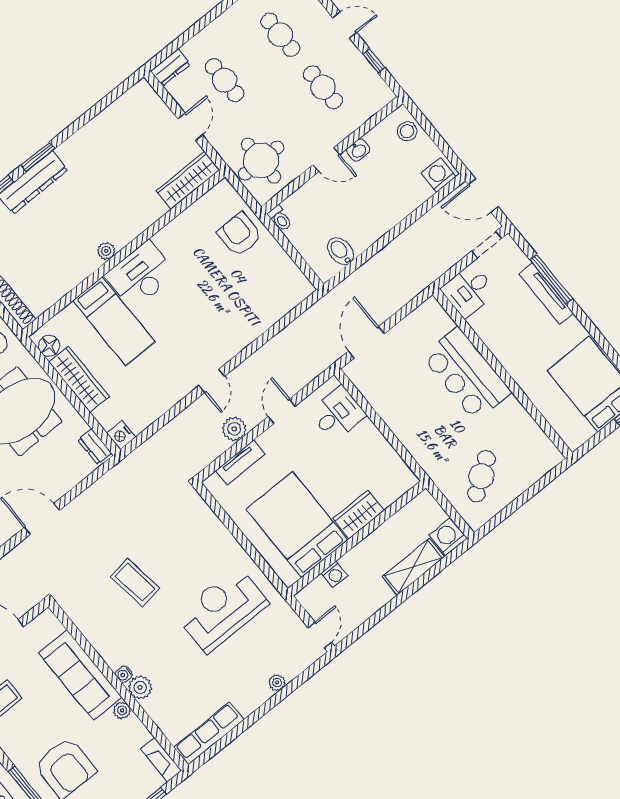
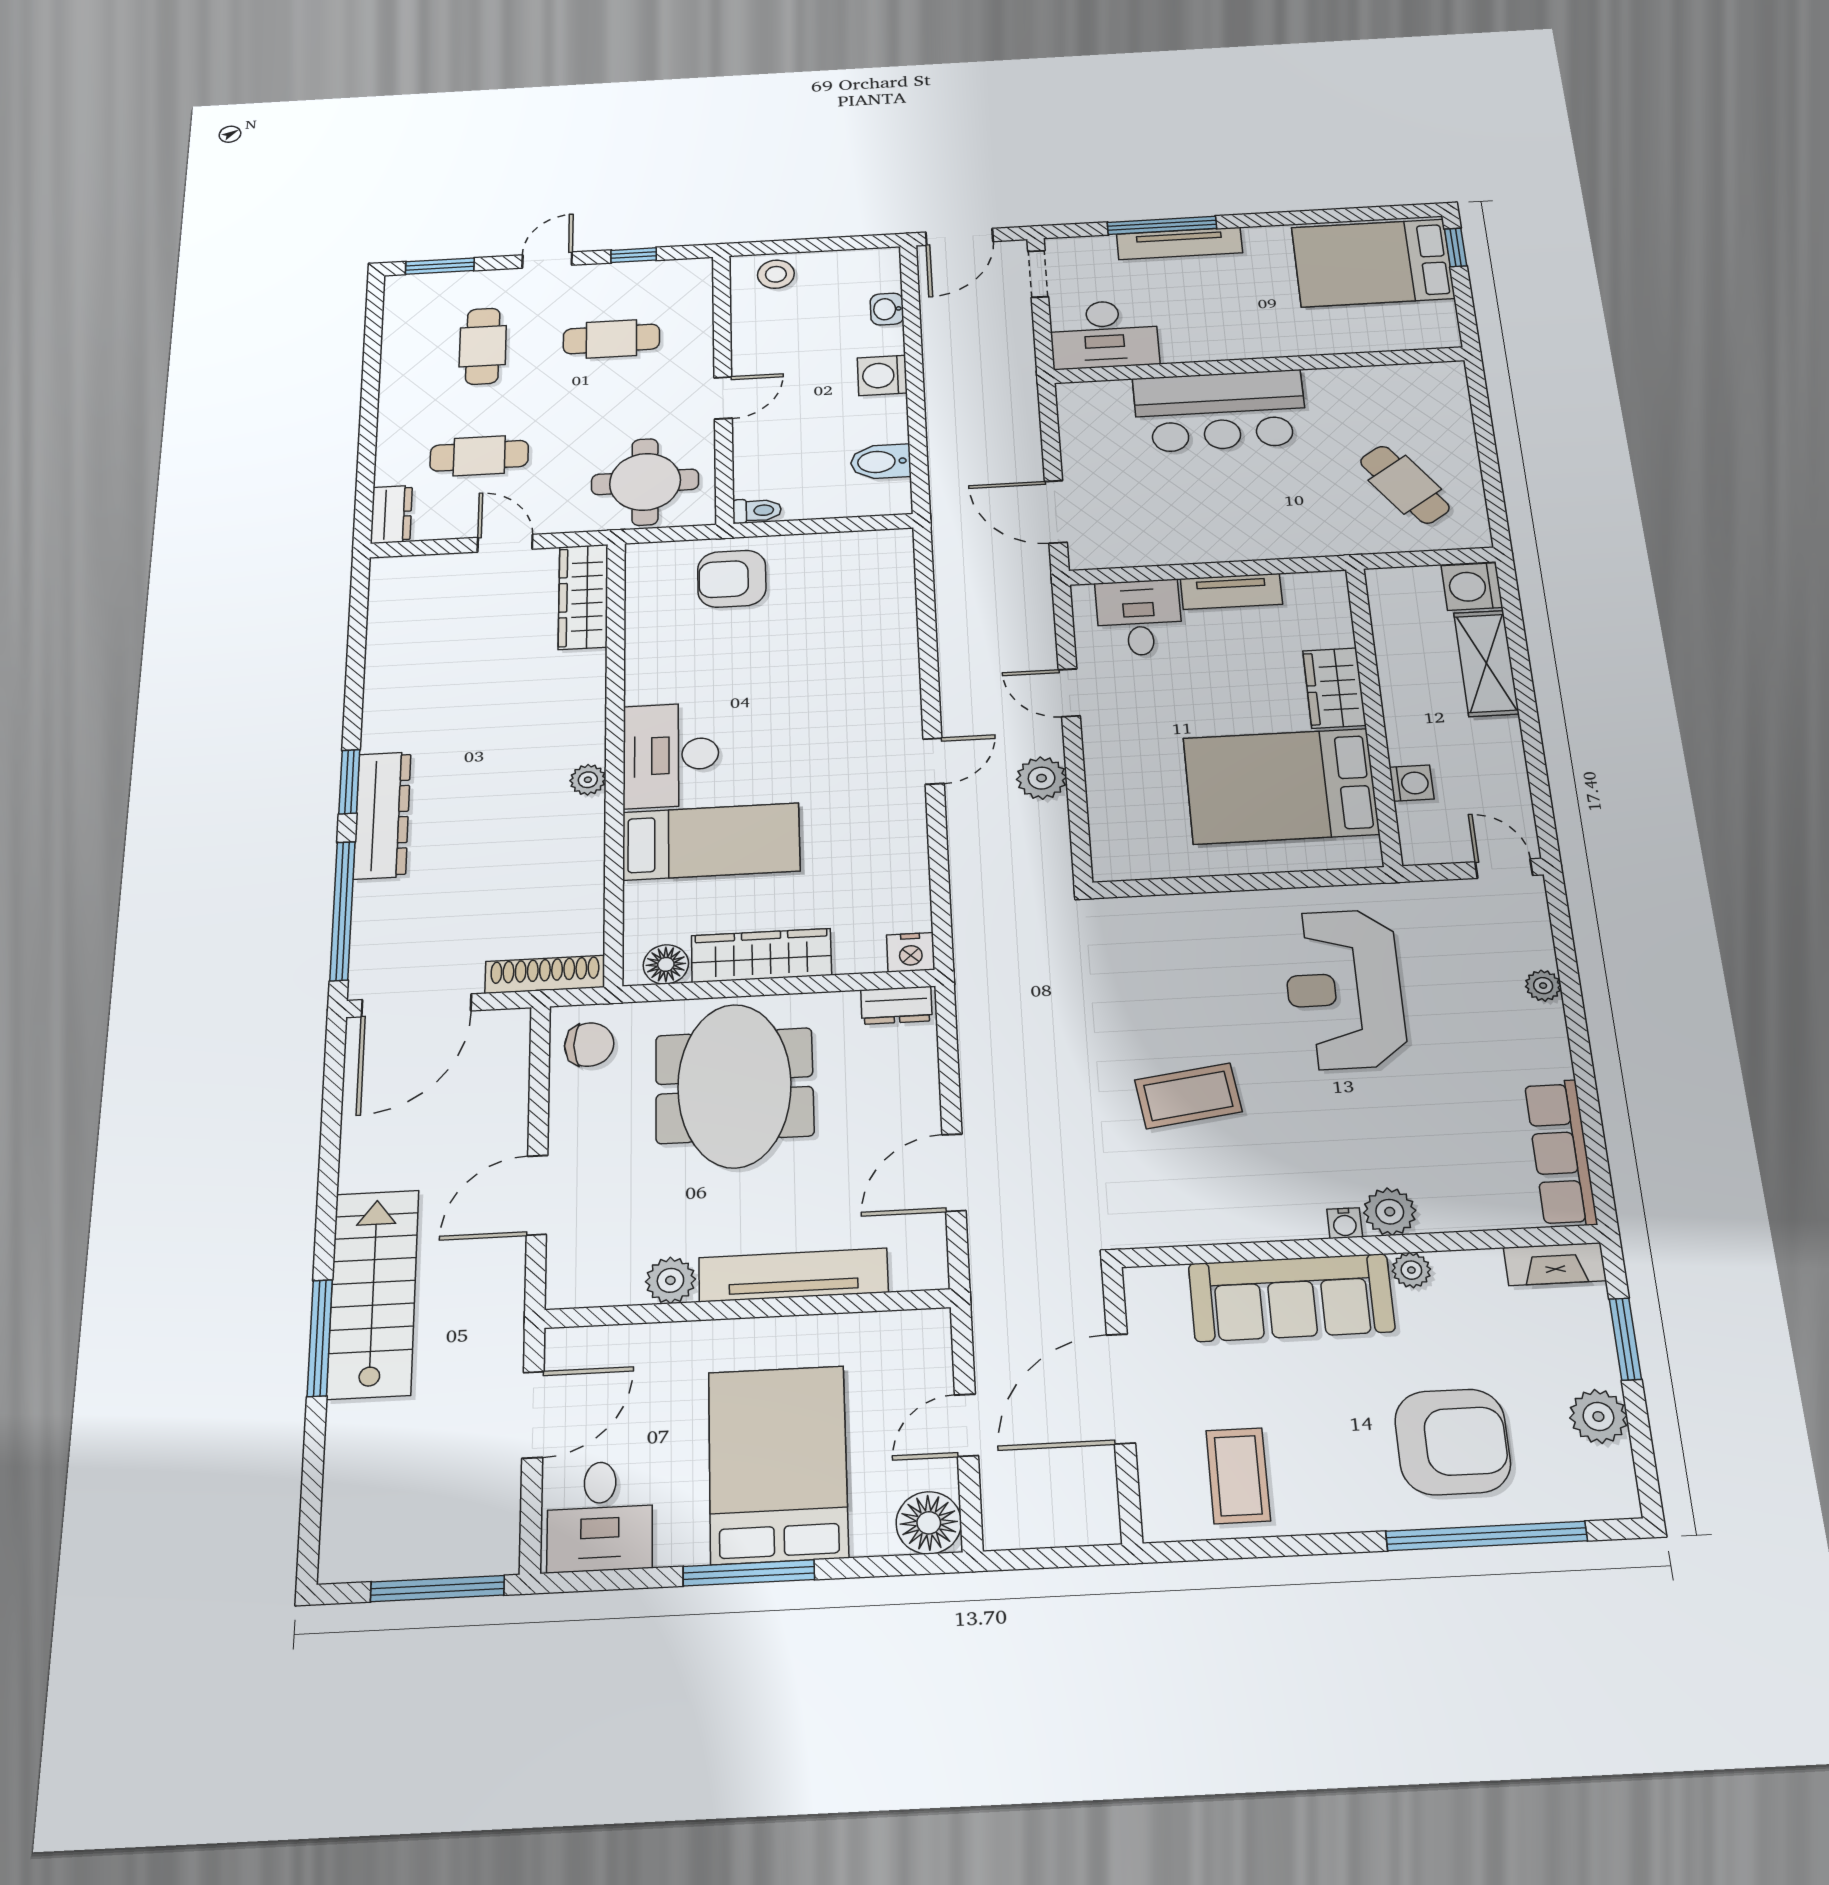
cafe table: (280, 35) -> (483, 346), turned 90
washbasin: (358, 150) -> (887, 309), moved, turned 180
washing machine: (439, 175) -> (882, 375), moved
desk: (469, 291) -> (1104, 334), width x1.37
door: (212, 381) -> (934, 761), hinge flipped
tv unit: (240, 462) -> (1231, 591), moved, turned 90

